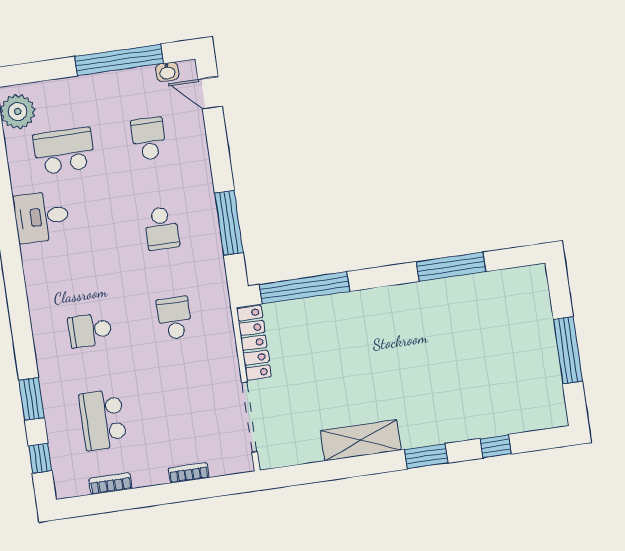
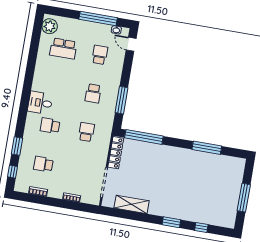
school desk: (64, 151) -> (63, 49), turned 180
desk: (42, 217) -> (40, 103), moved
school desk: (103, 420) -> (43, 164), width x0.54
shelving: (361, 440) -> (132, 204), moved

